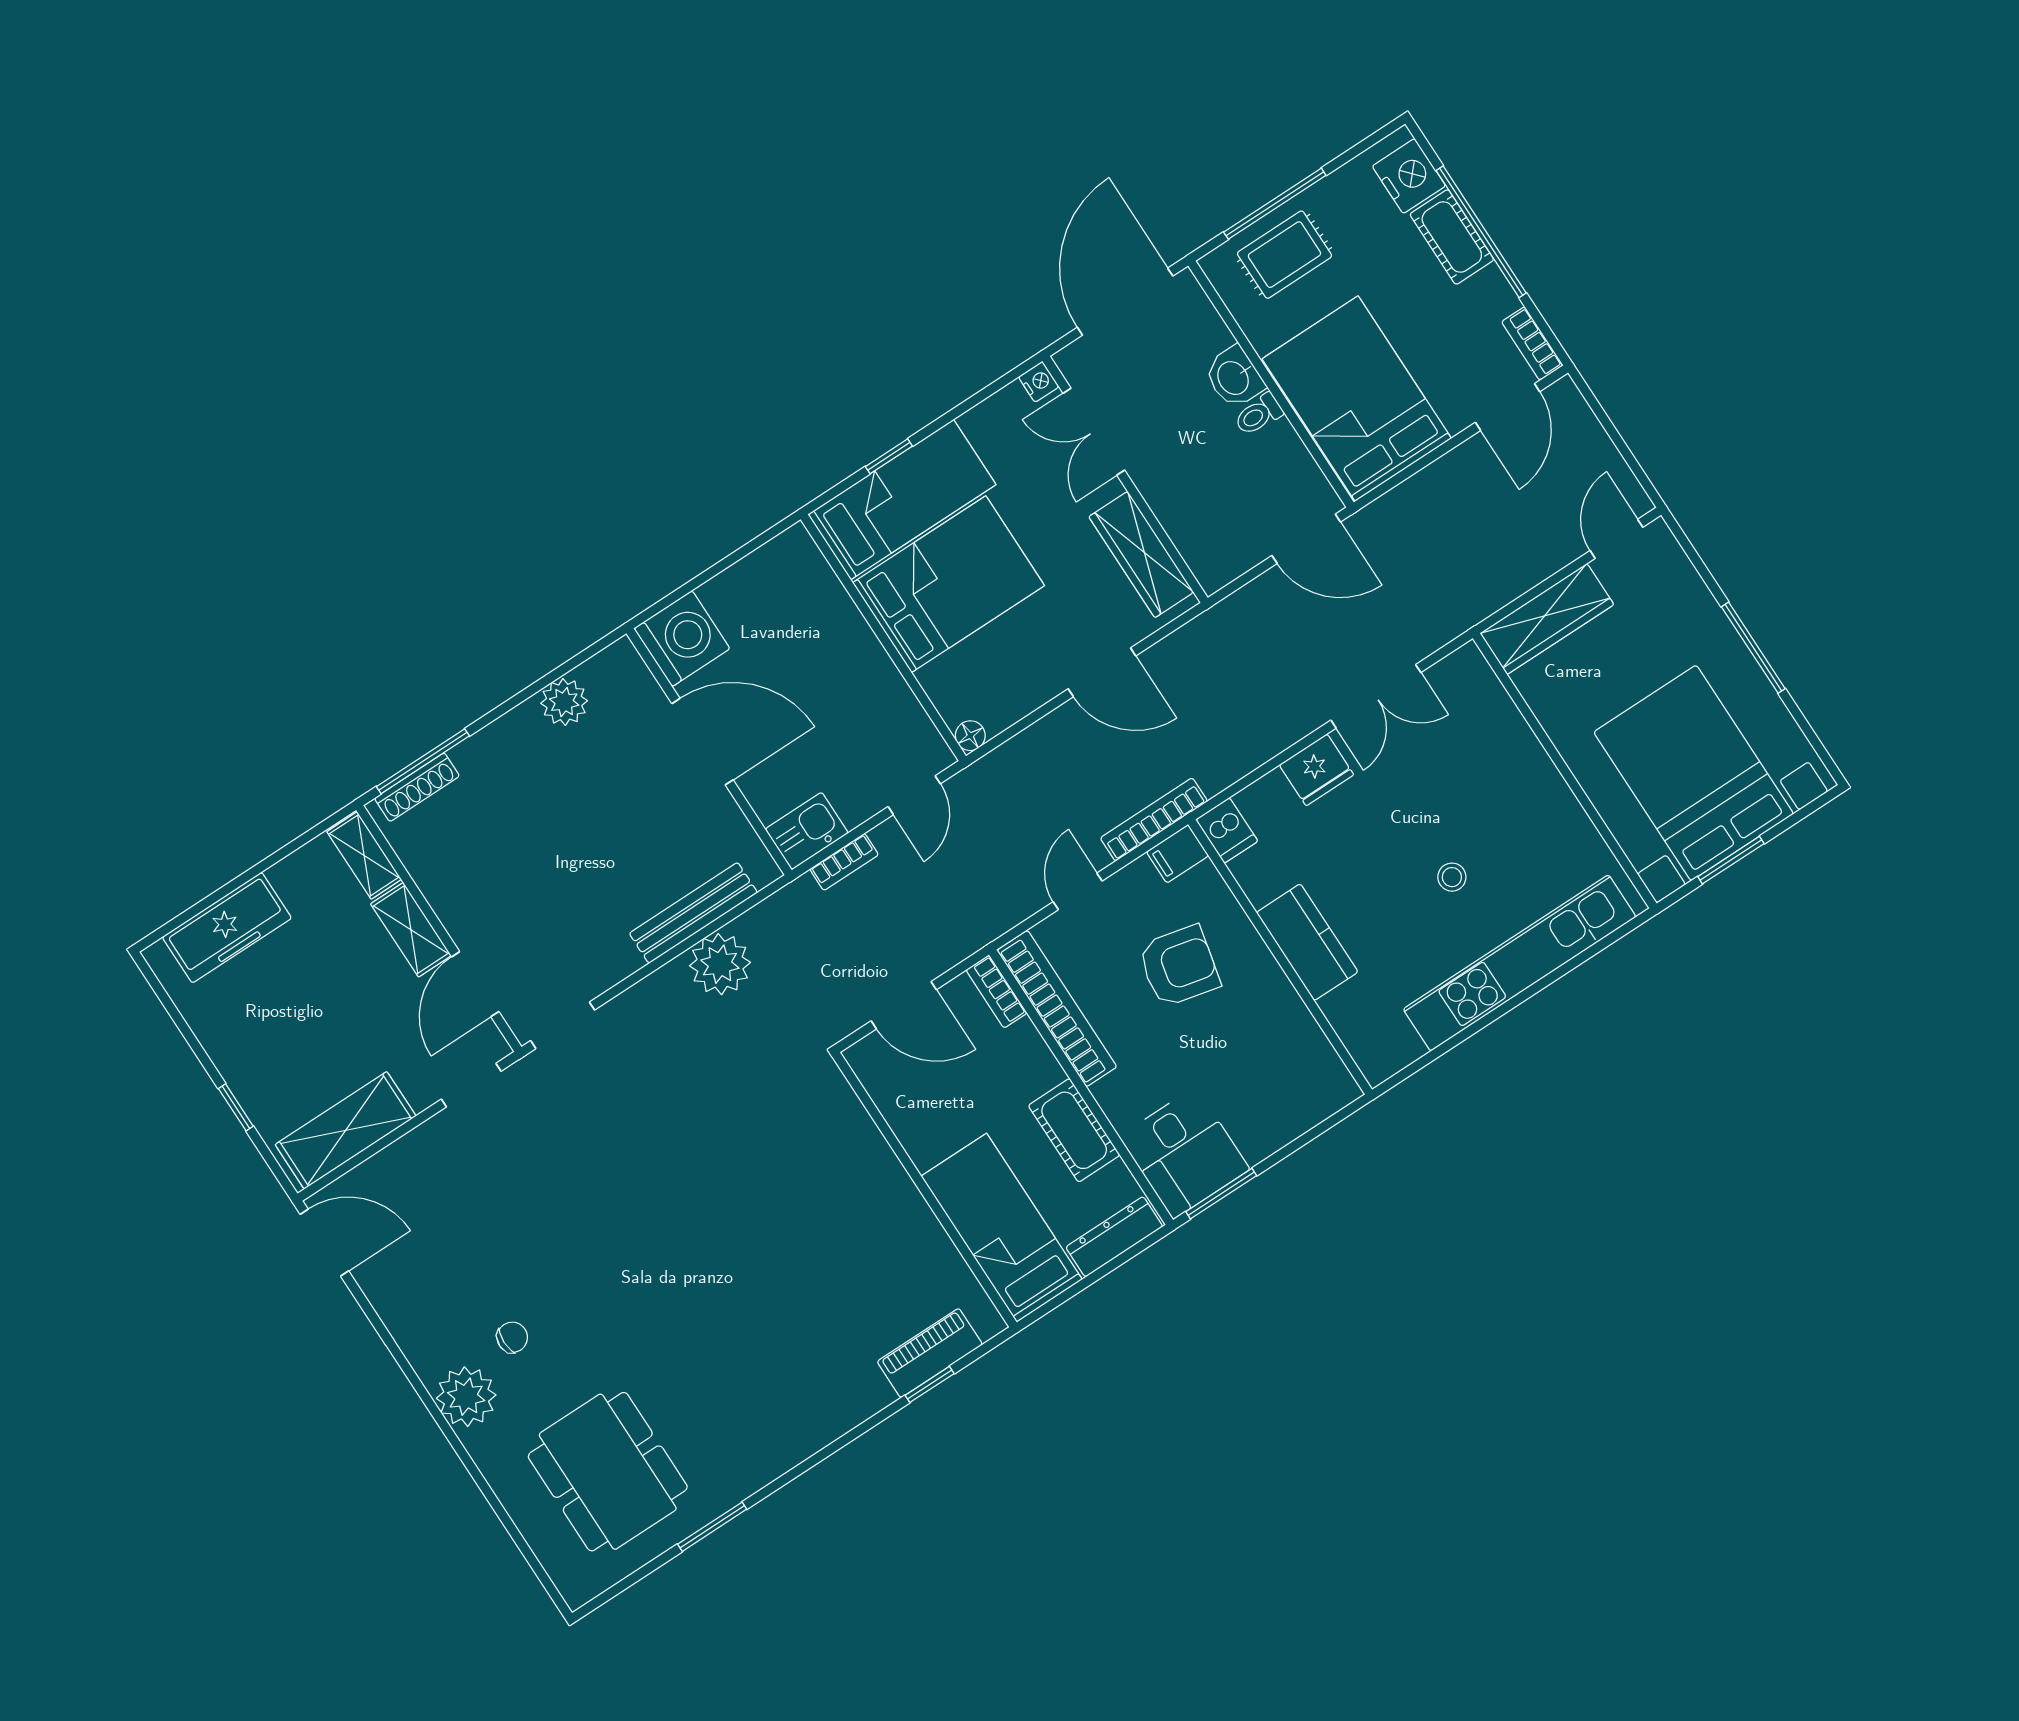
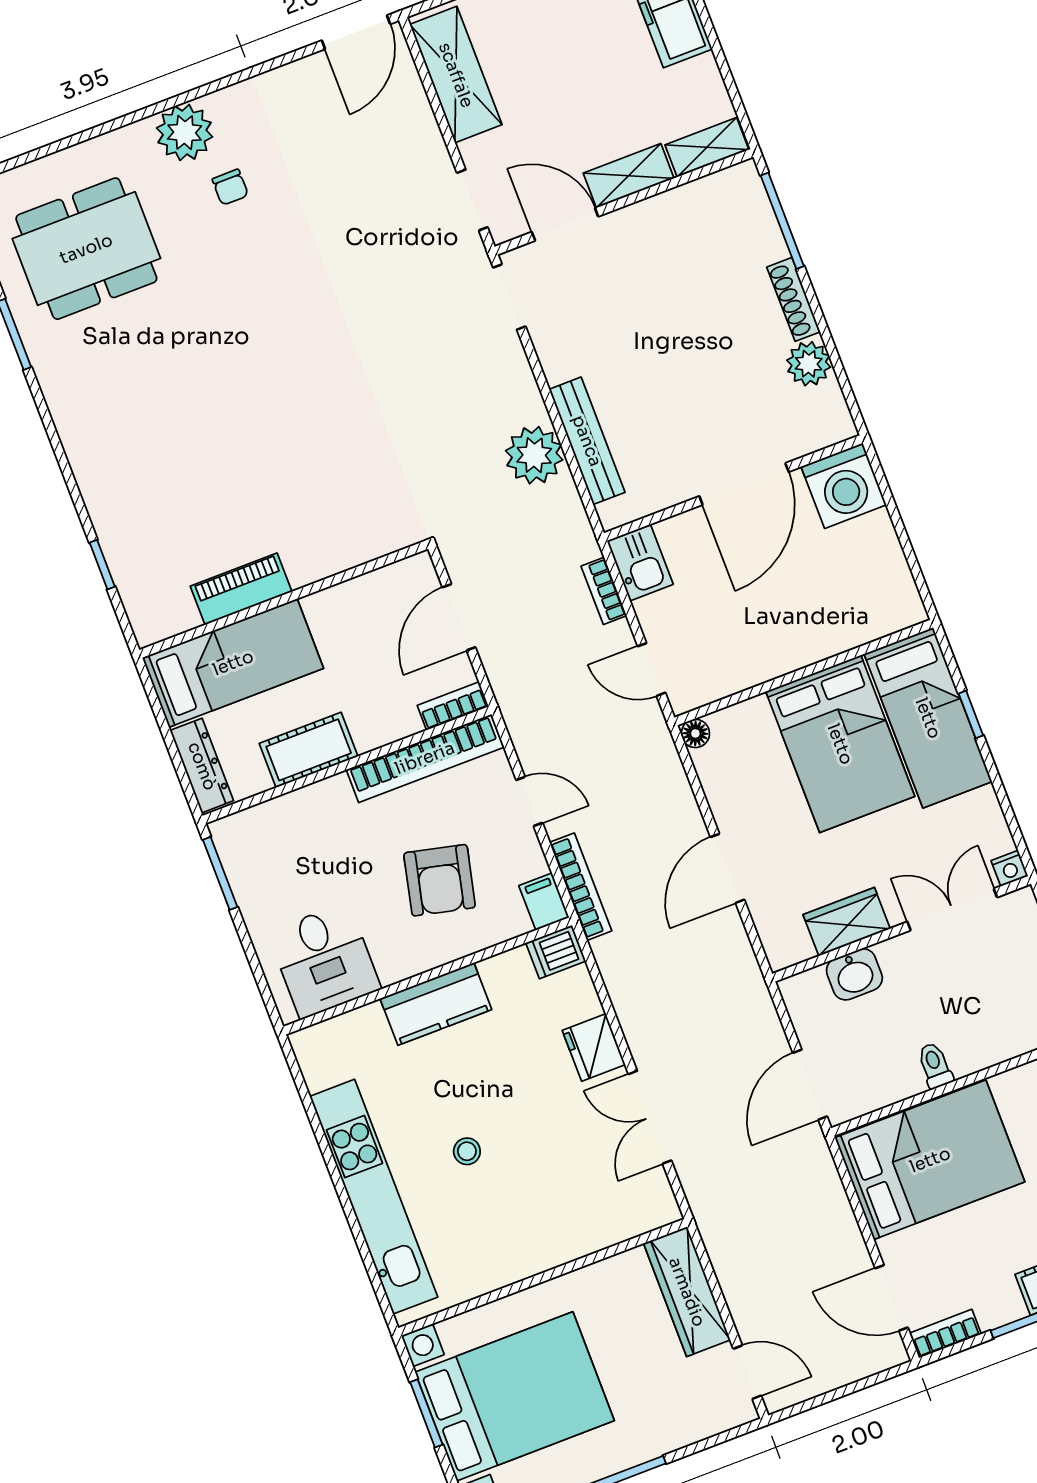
washbasin: (1234, 377) -> (854, 974), moved, turned 180
wardrobe: (1141, 555) -> (847, 922), width x0.67
shoe rack: (417, 787) -> (794, 299), moved
desk: (1184, 1153) -> (324, 960), moved, turned -90
piano: (930, 1353) -> (241, 589), moved, turned -90

